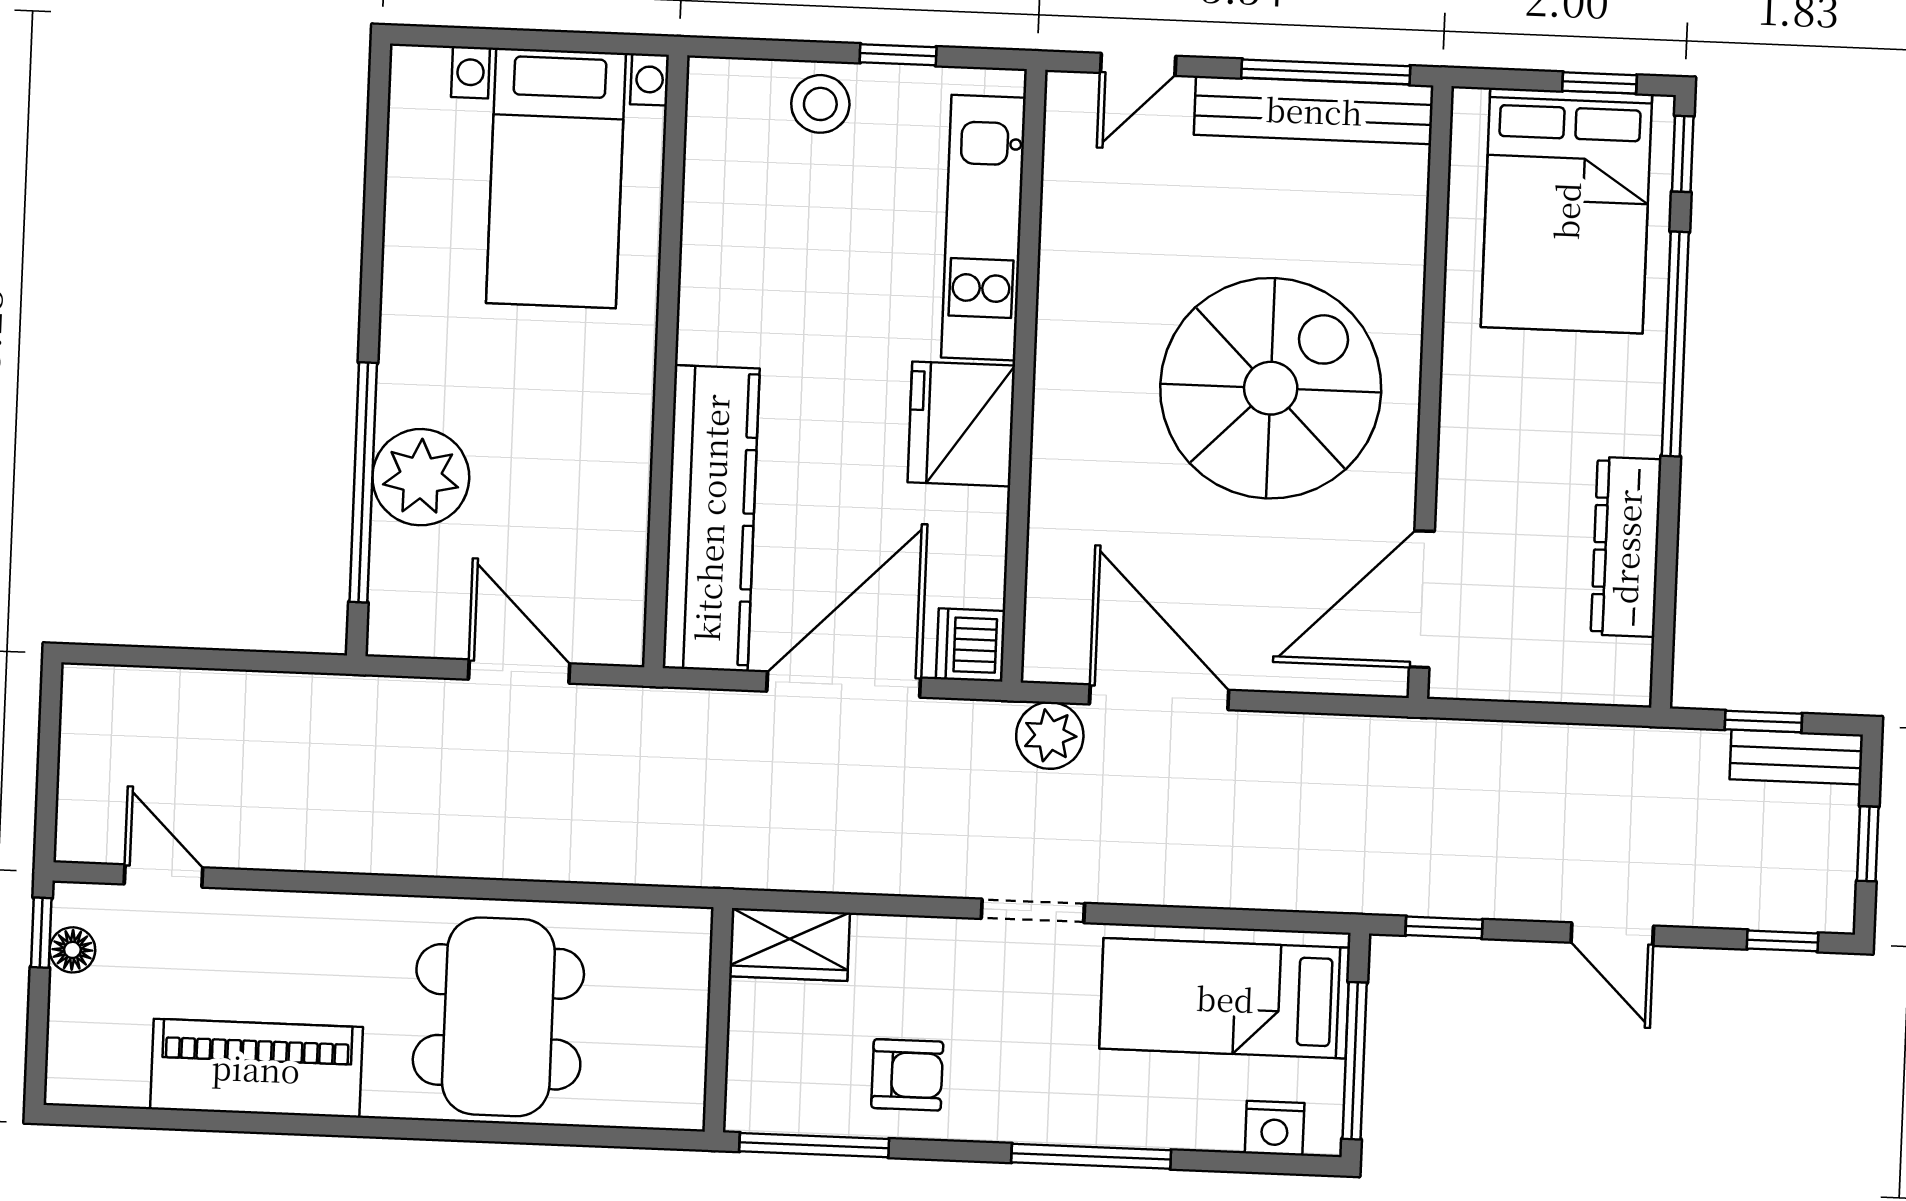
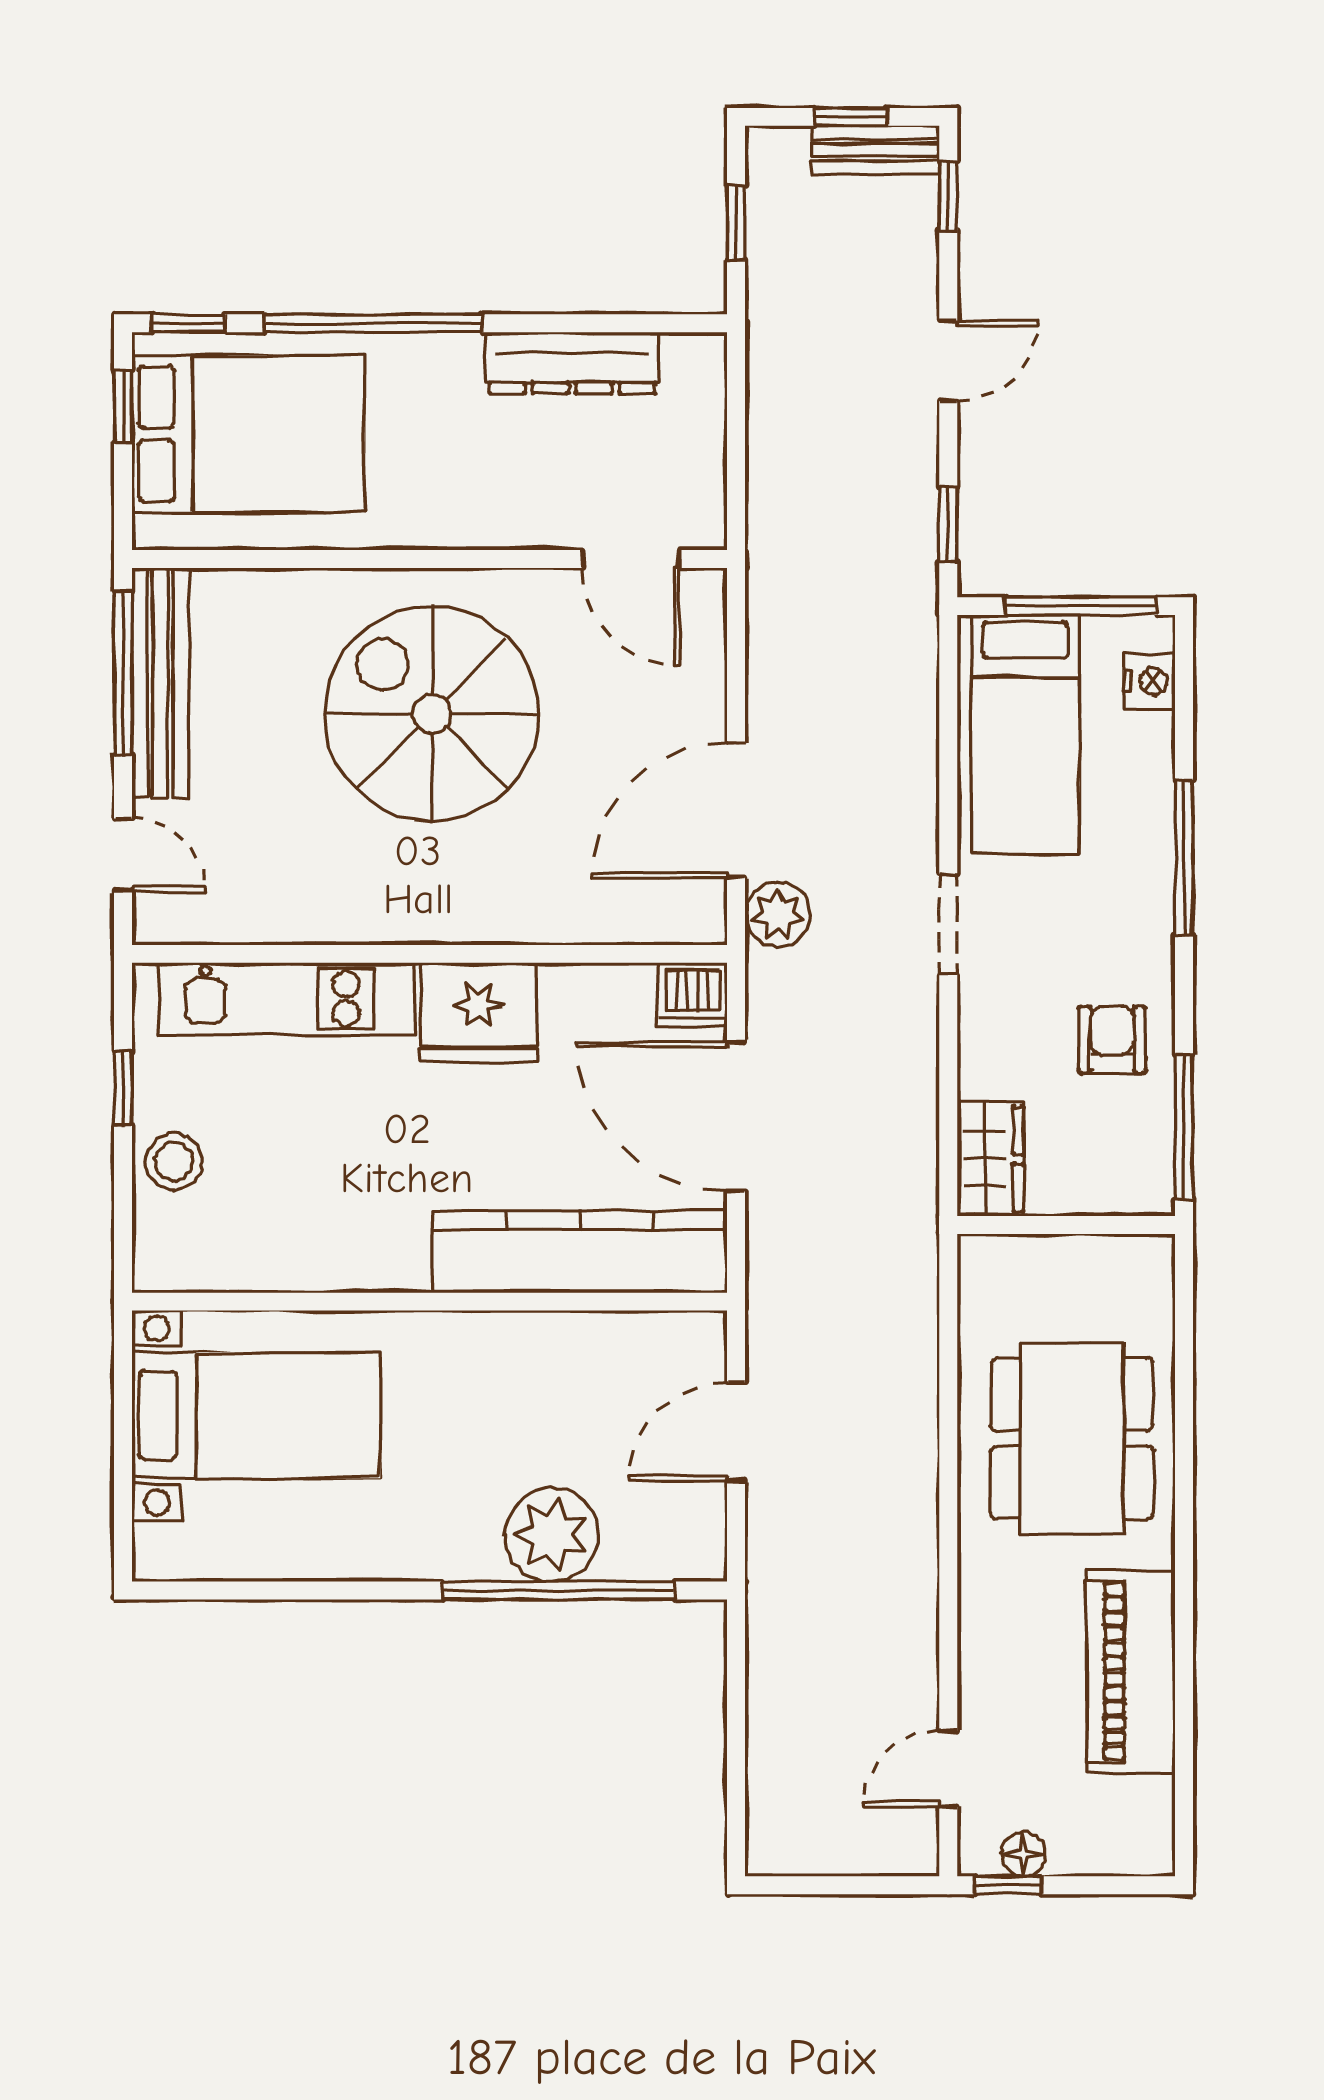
door: (1422, 599) -> (631, 559), width x0.73
bench: (1796, 757) -> (876, 150), moved, turned 90
dining table: (498, 1017) -> (1072, 1438), turned 90

